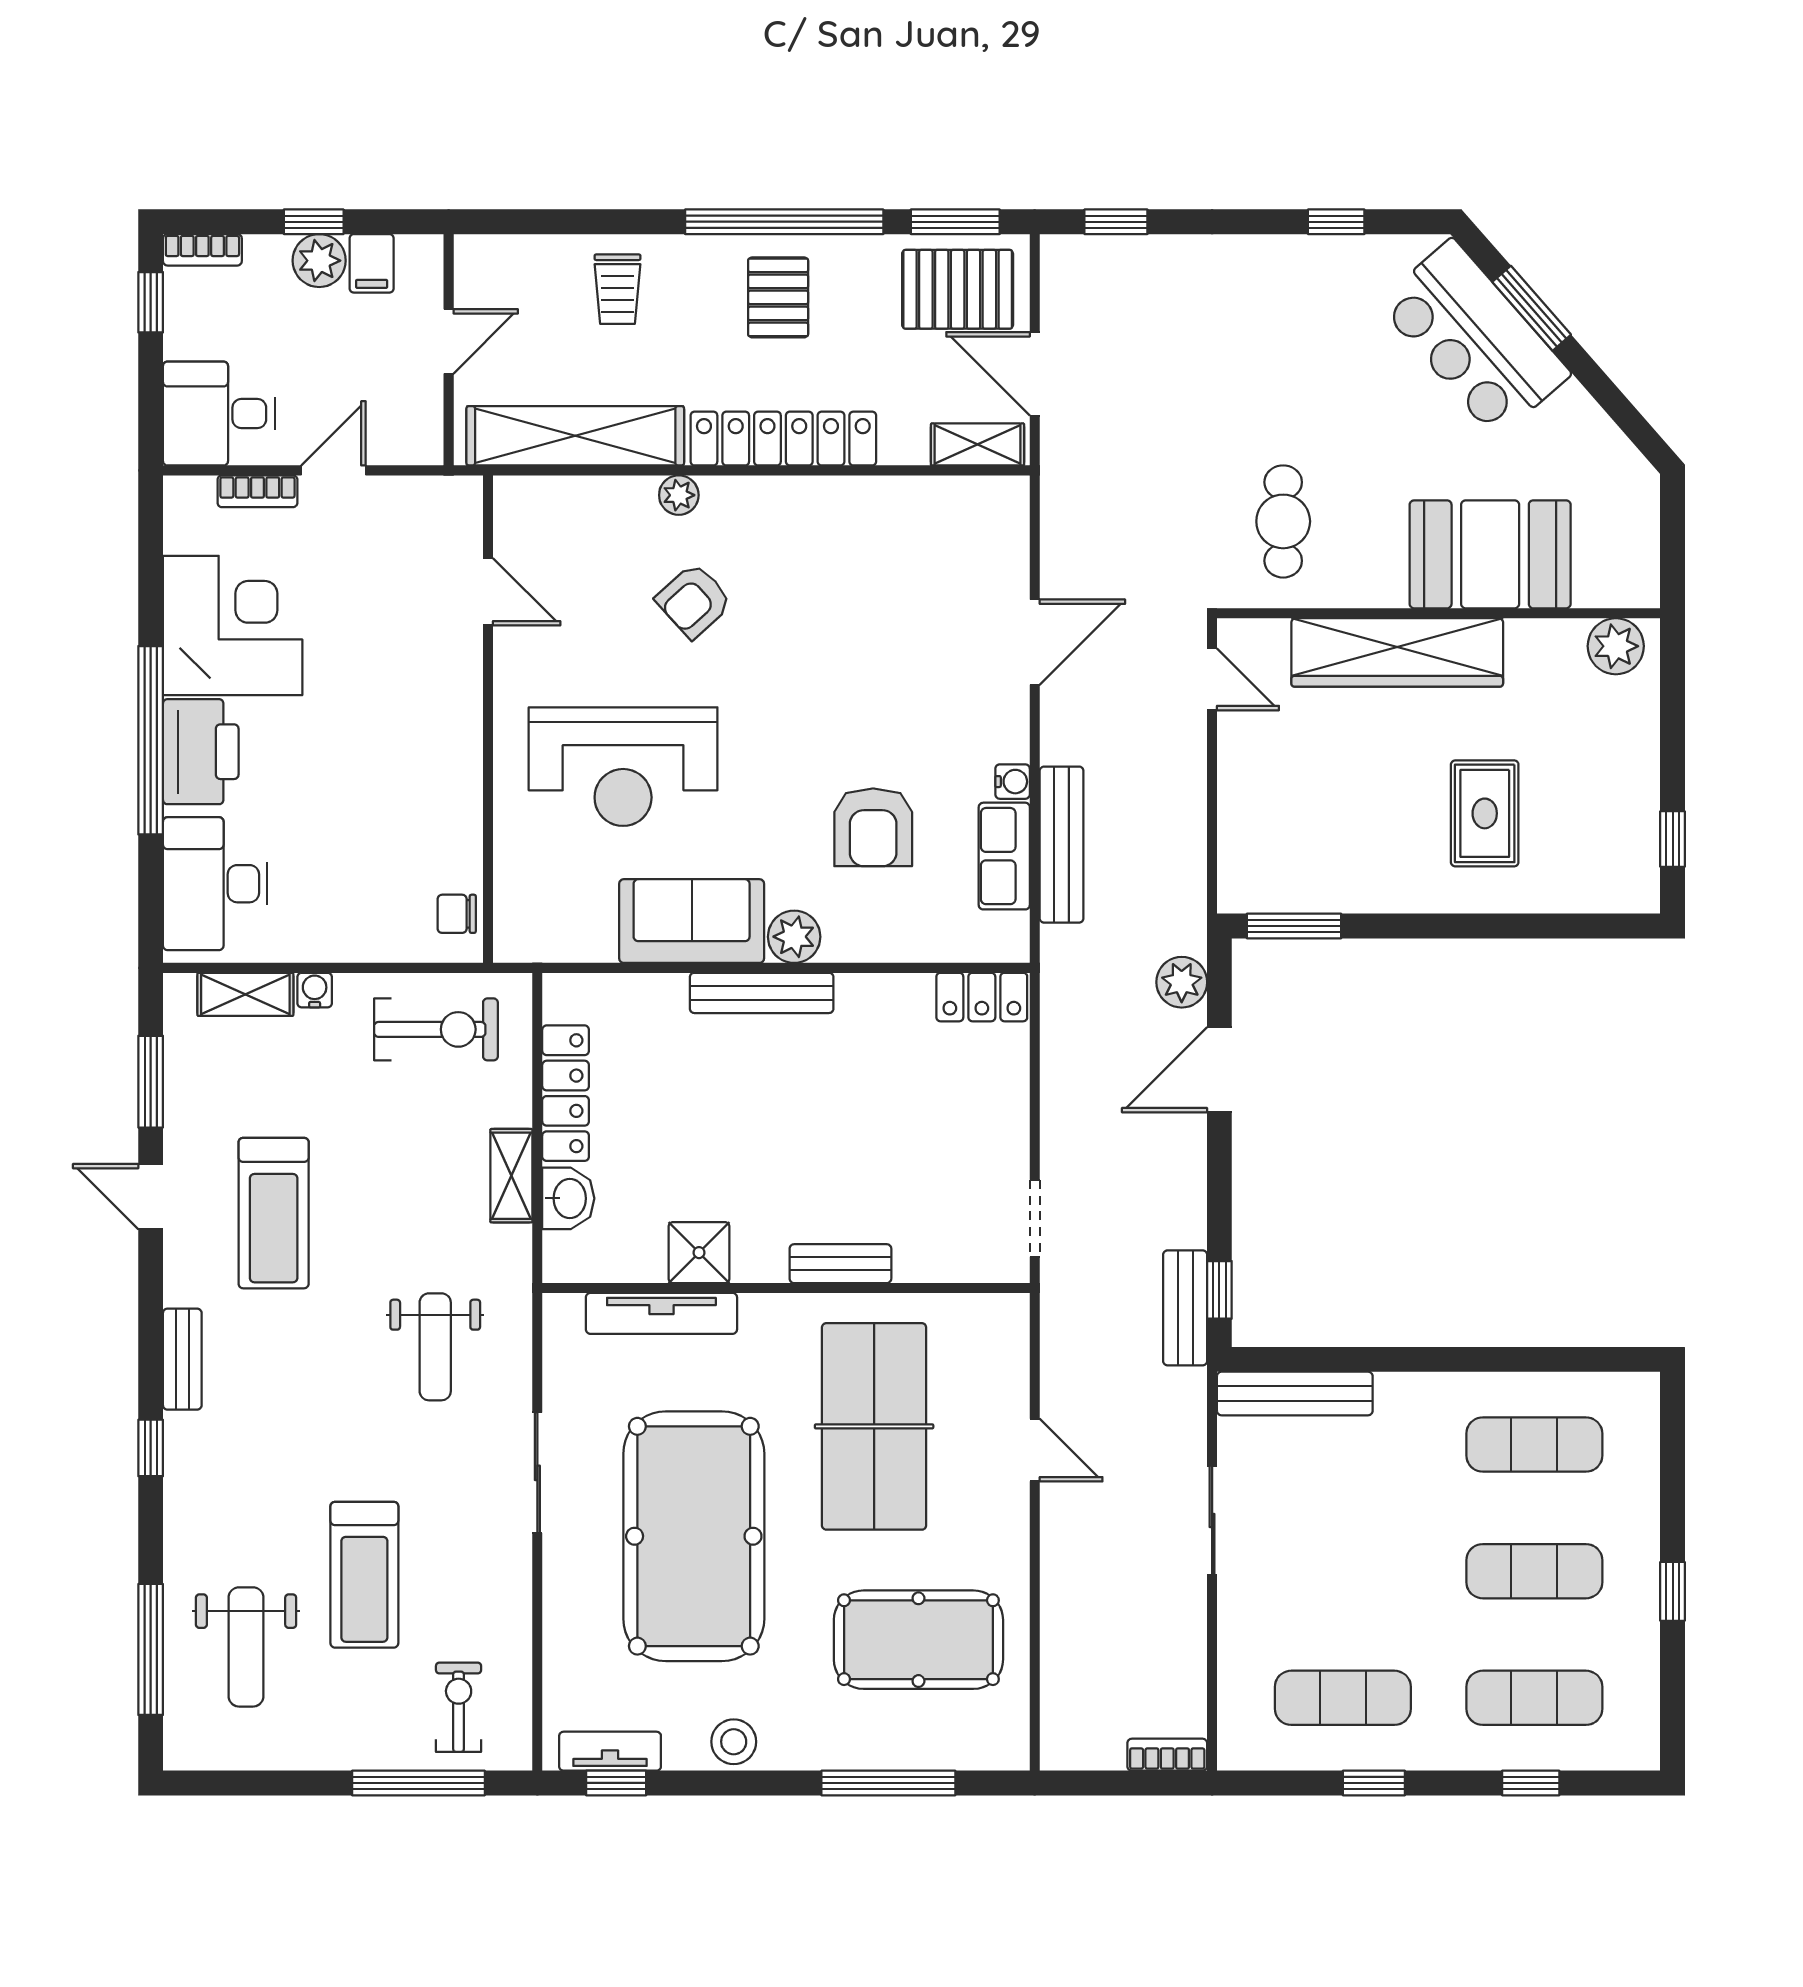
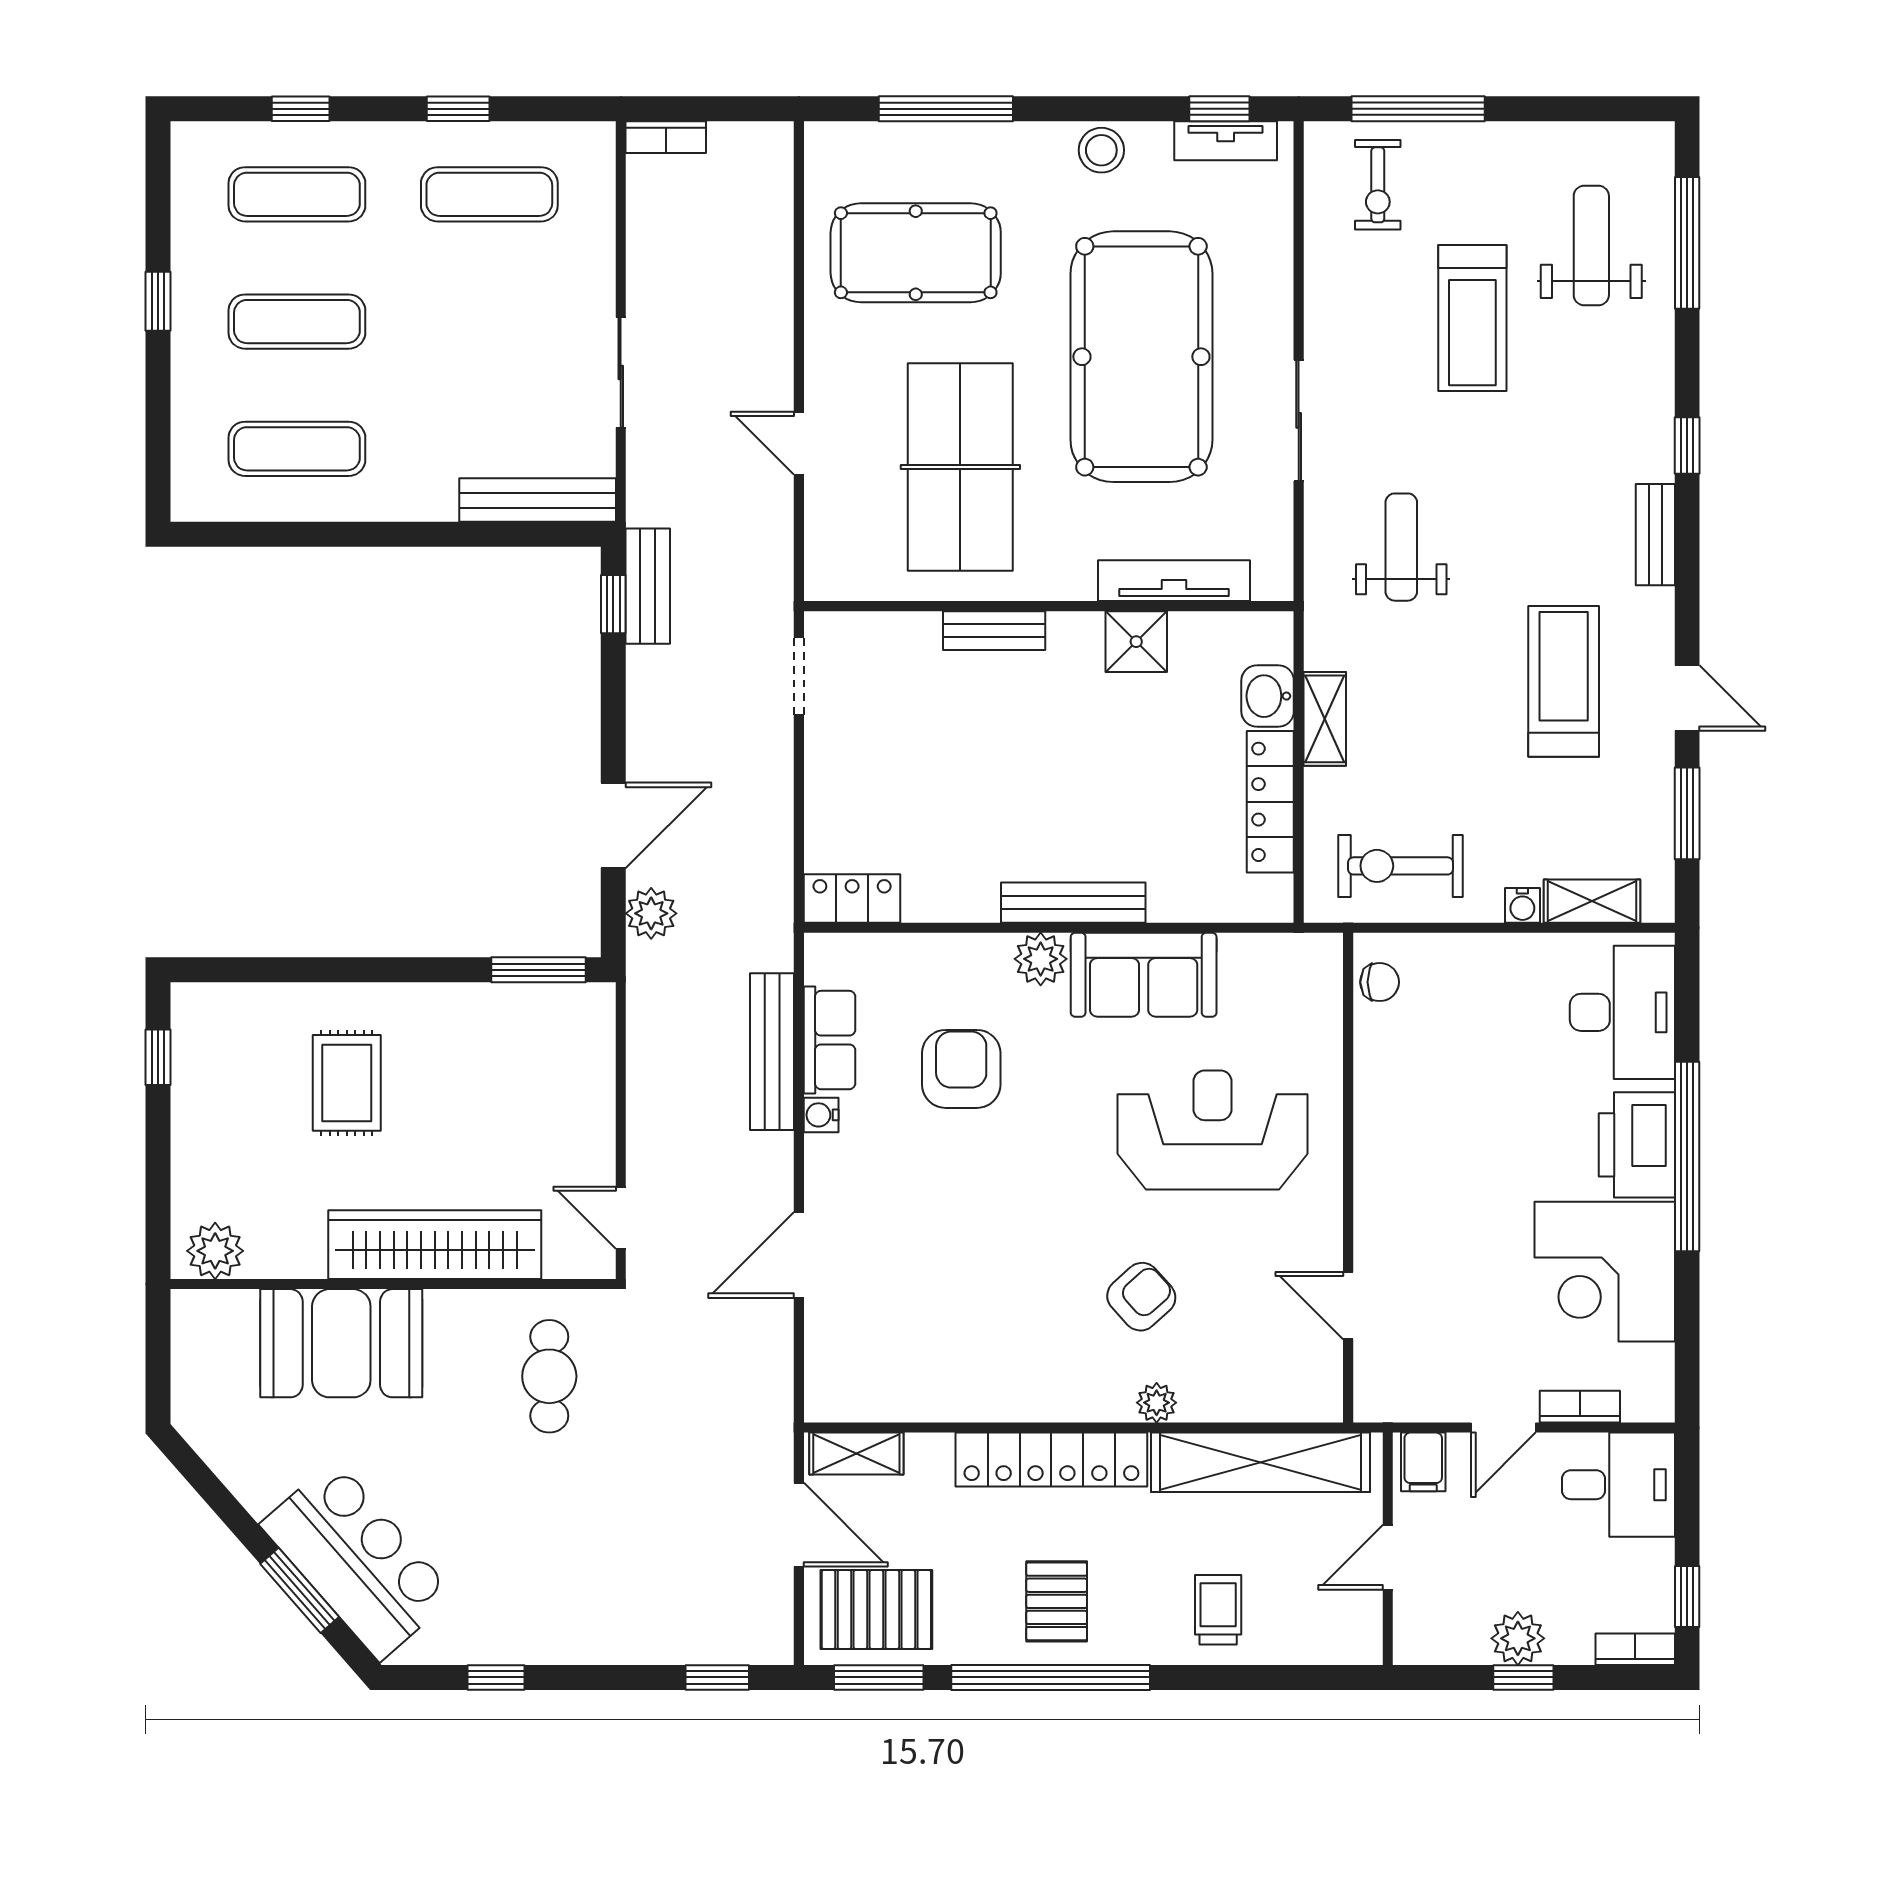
filing cabinet: (372, 263) -> (1423, 1462), moved, turned 180
treadmill: (364, 1575) -> (1472, 318), turned 180

